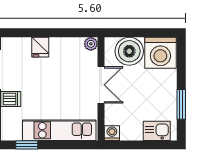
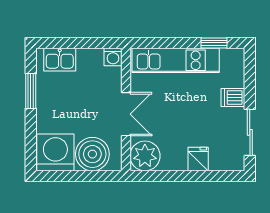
plant: (91, 44) -> (145, 156), width x1.87, depth x1.87
double door: (101, 85) -> (126, 114), swing flipped

